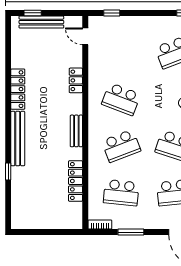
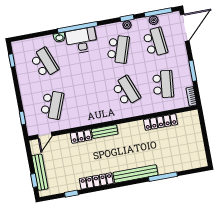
window: (8, 56) -> (71, 194), added
school desk: (121, 99) -> (52, 105), moved
bench: (76, 131) -> (105, 132), moved
window: (8, 172) -> (163, 177), width x2.17

